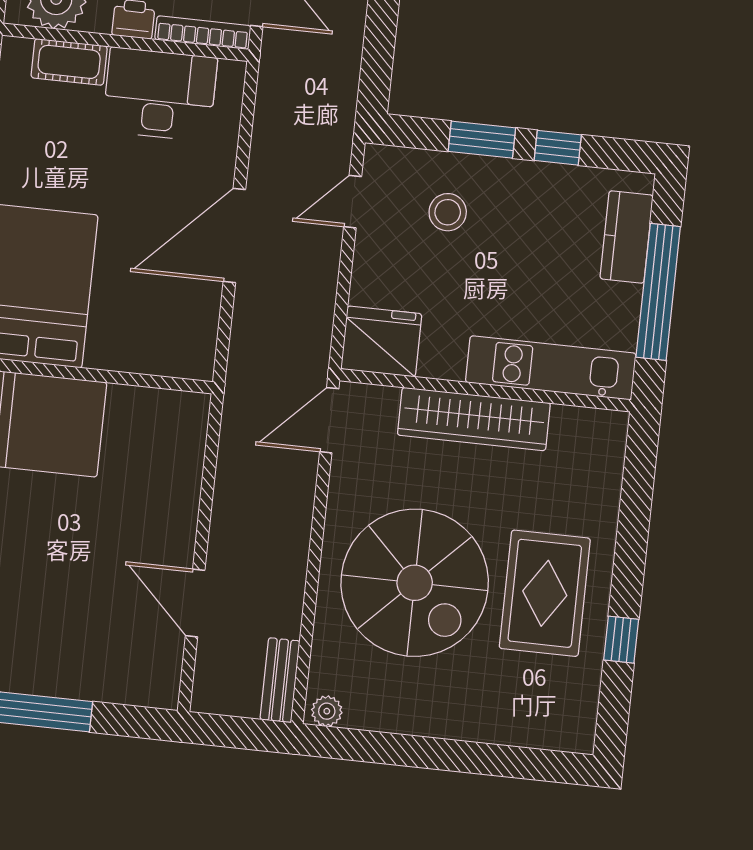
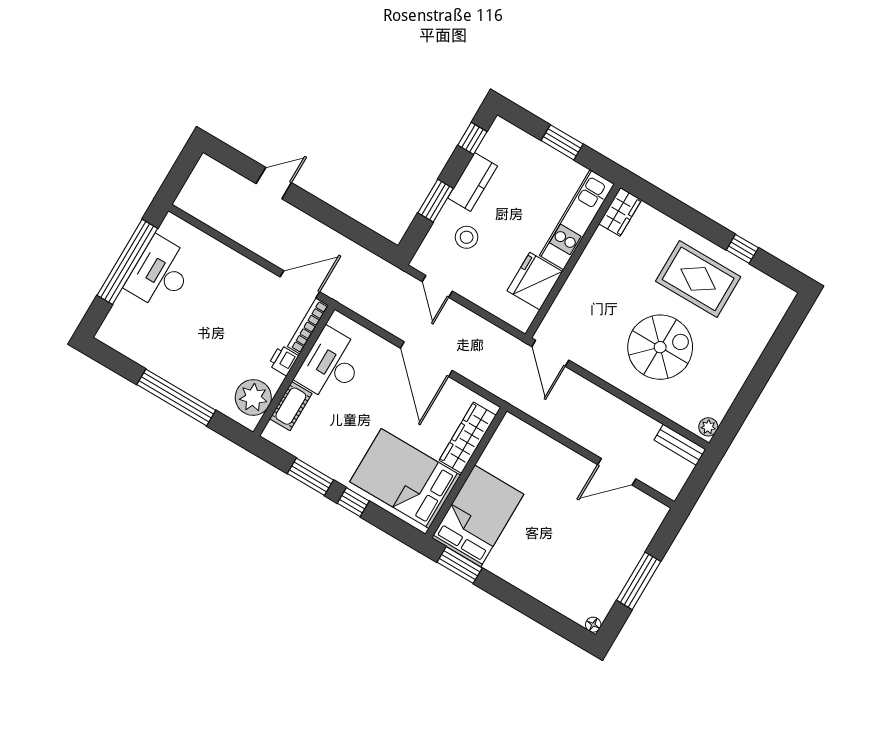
window: (558, 148) -> (472, 138), moved
kitchen counter: (627, 237) -> (473, 182), moved, turned -90
window: (658, 292) -> (562, 142), width x0.47
fridge: (381, 341) -> (535, 281), moved
wardrobe: (143, 353) -> (468, 438), added
wardrobe: (474, 419) -> (620, 212), moved, width x0.48, depth x0.85
spiral stairs: (415, 583) -> (660, 347), width x0.73, depth x0.73

